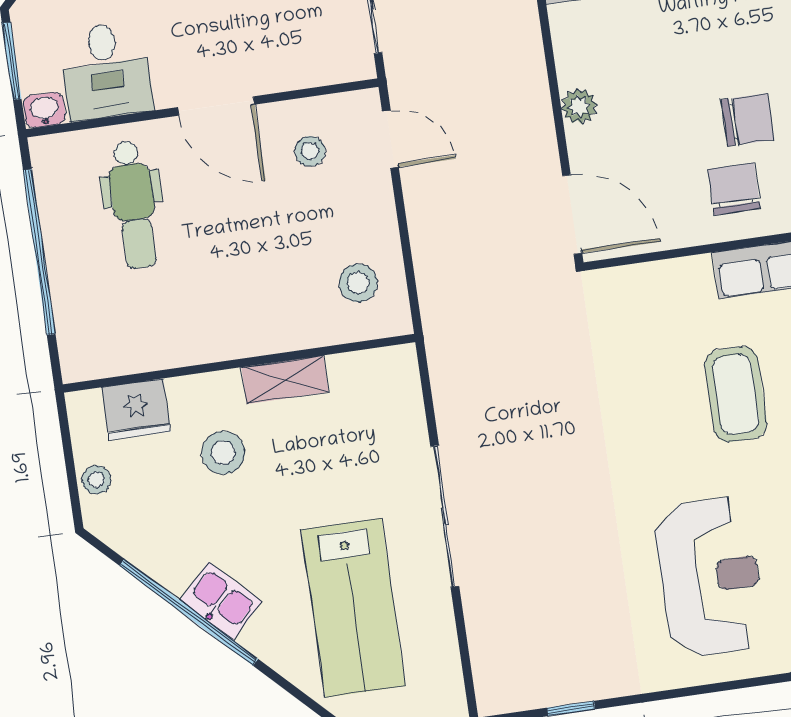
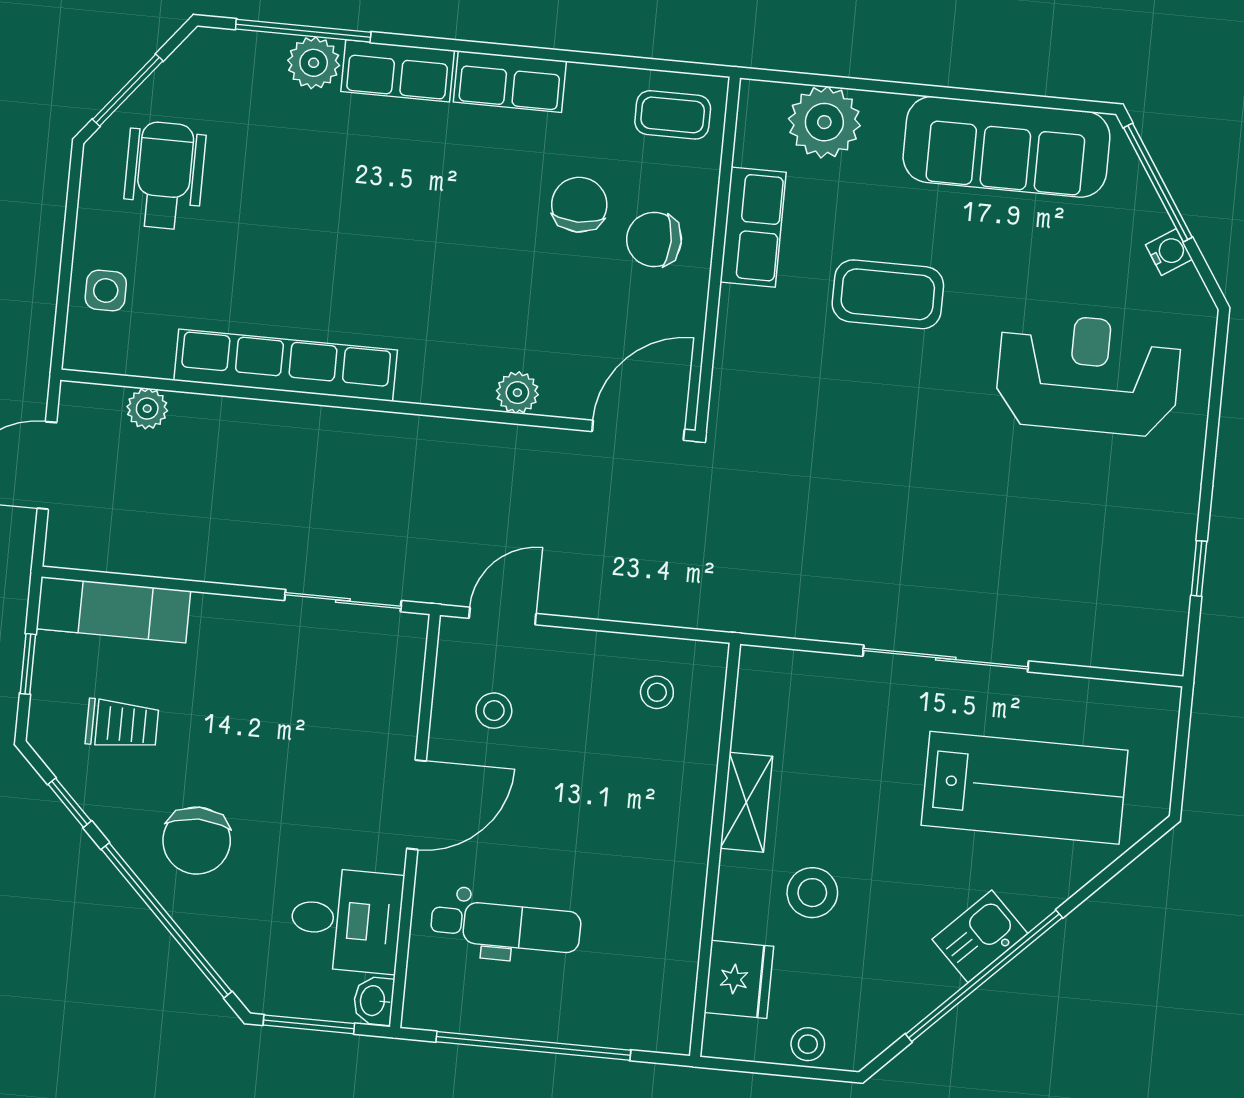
stool: (358, 283) -> (657, 692), width x0.73, depth x0.73

